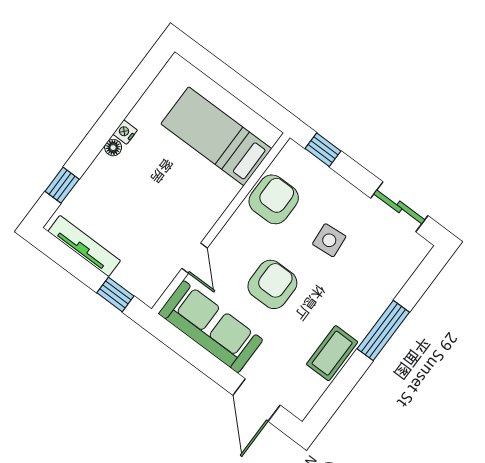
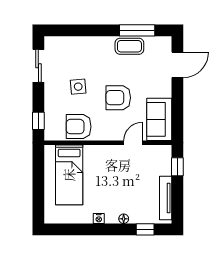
floor lamp: (113, 148) -> (124, 219), moved
sofa: (211, 327) -> (159, 119), width x0.73
window: (383, 331) -> (137, 30), moved

